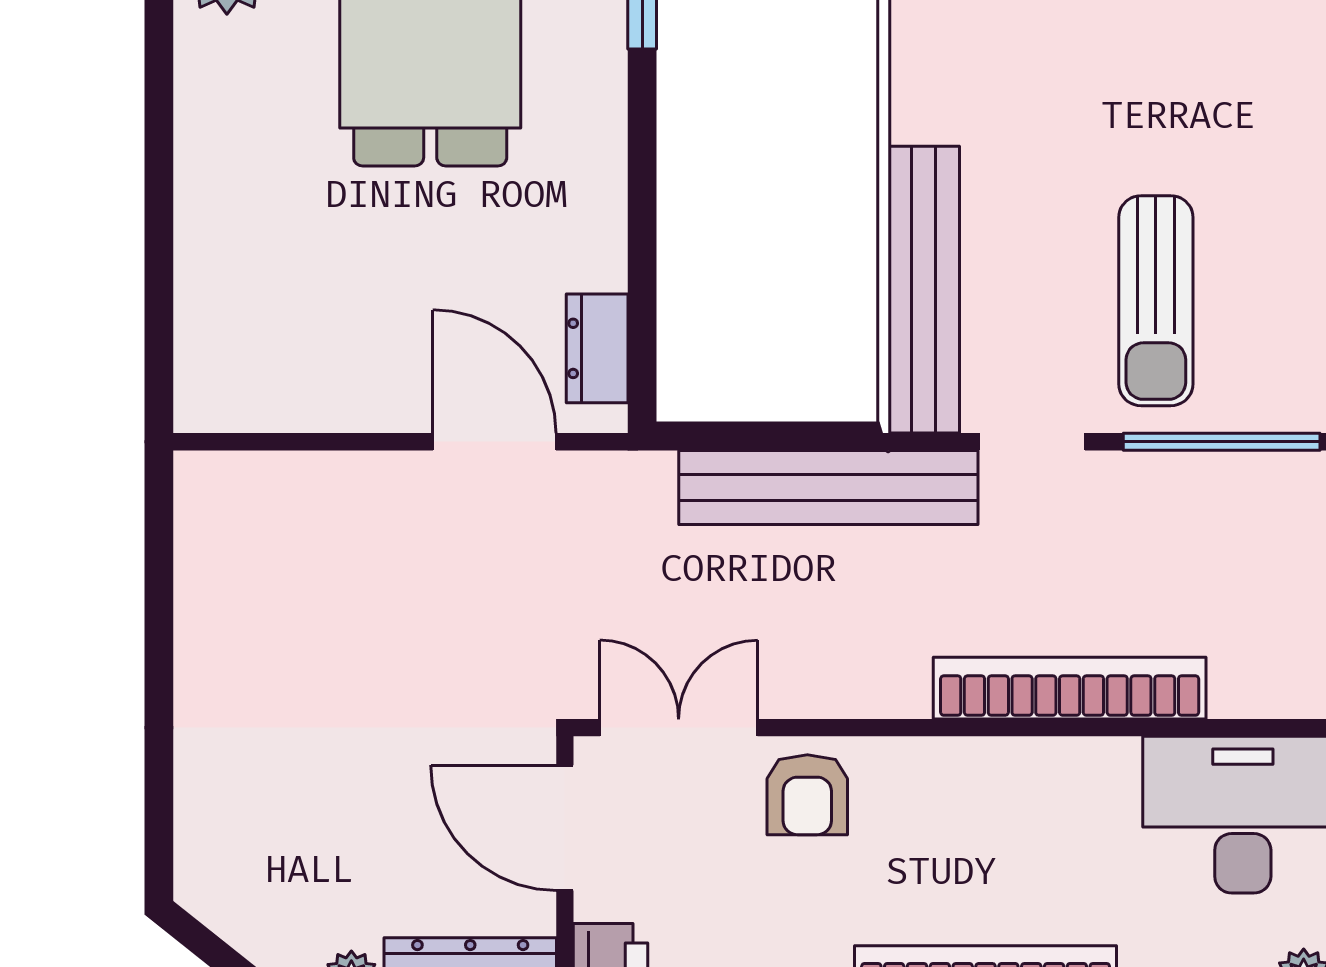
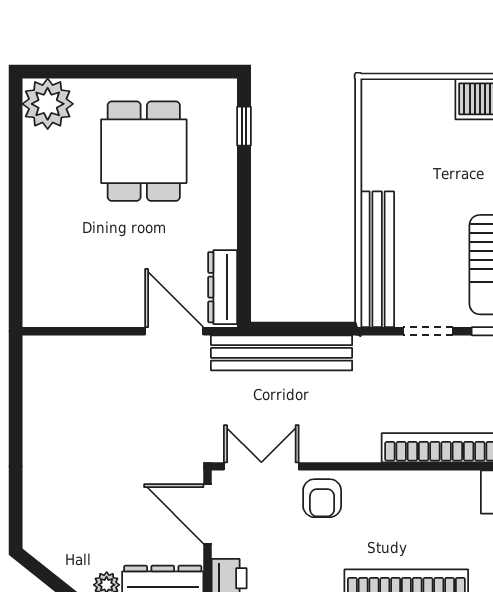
dresser: (597, 348) -> (223, 287), width x1.44
bench: (828, 487) -> (282, 353), moved

